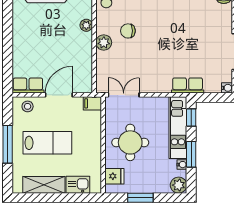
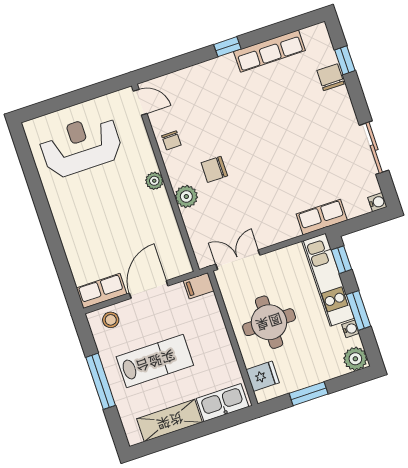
kitchen sink: (78, 185) -> (222, 403), width x1.38

